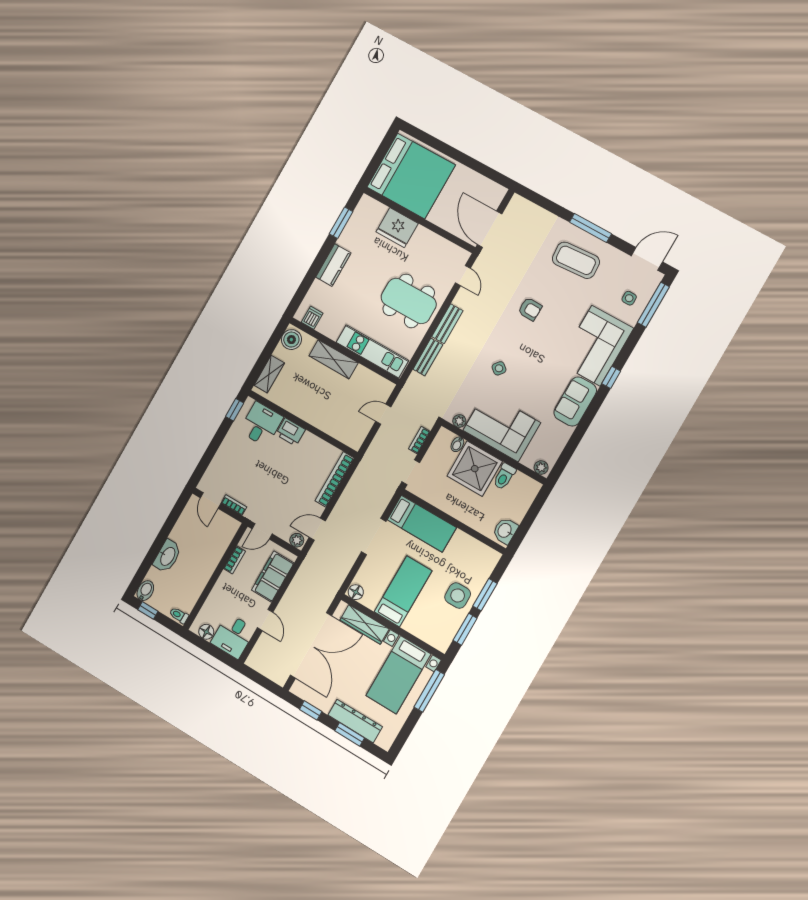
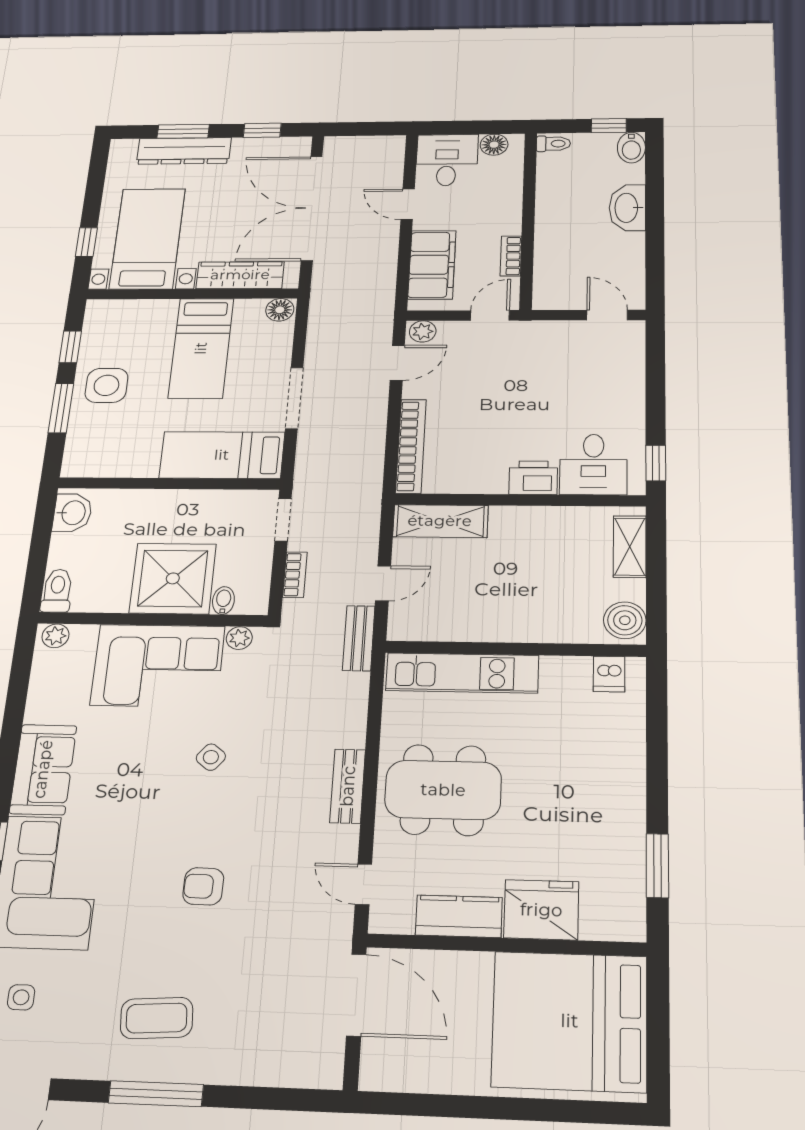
coffee table: (576, 260) -> (157, 1018), width x0.73, depth x0.76
kitchen counter: (333, 265) -> (459, 916), moved, turned 90
bench: (428, 357) -> (359, 638), moved
shelving: (333, 359) -> (440, 521), moved
toilet: (504, 476) -> (57, 591), moved
bookcase: (234, 505) -> (563, 328), removed
window: (465, 629) -> (70, 347), width x0.67
window: (429, 691) -> (86, 242), width x0.46

